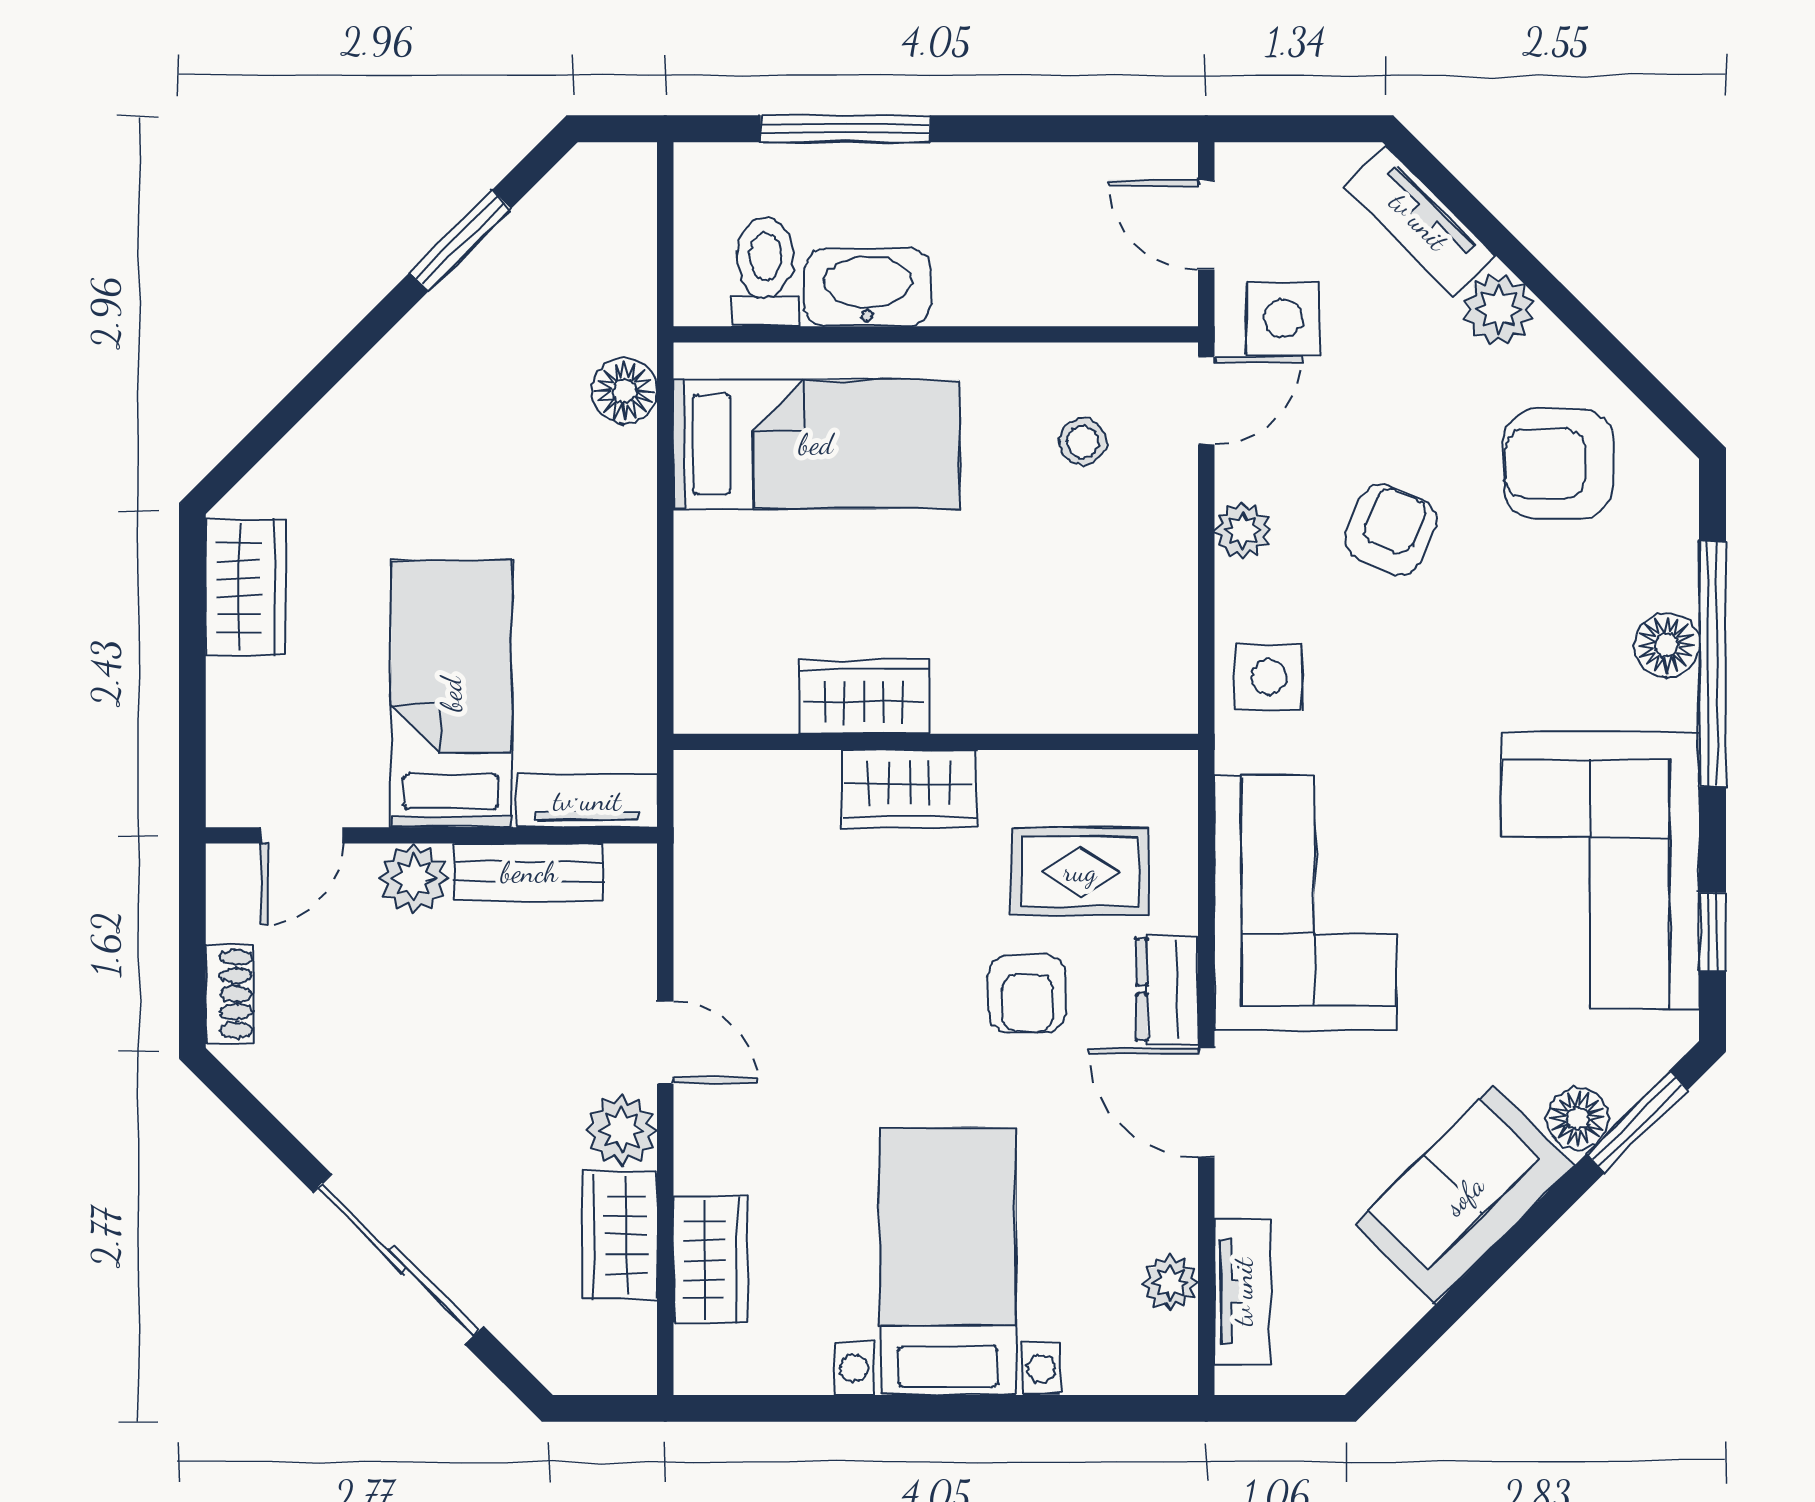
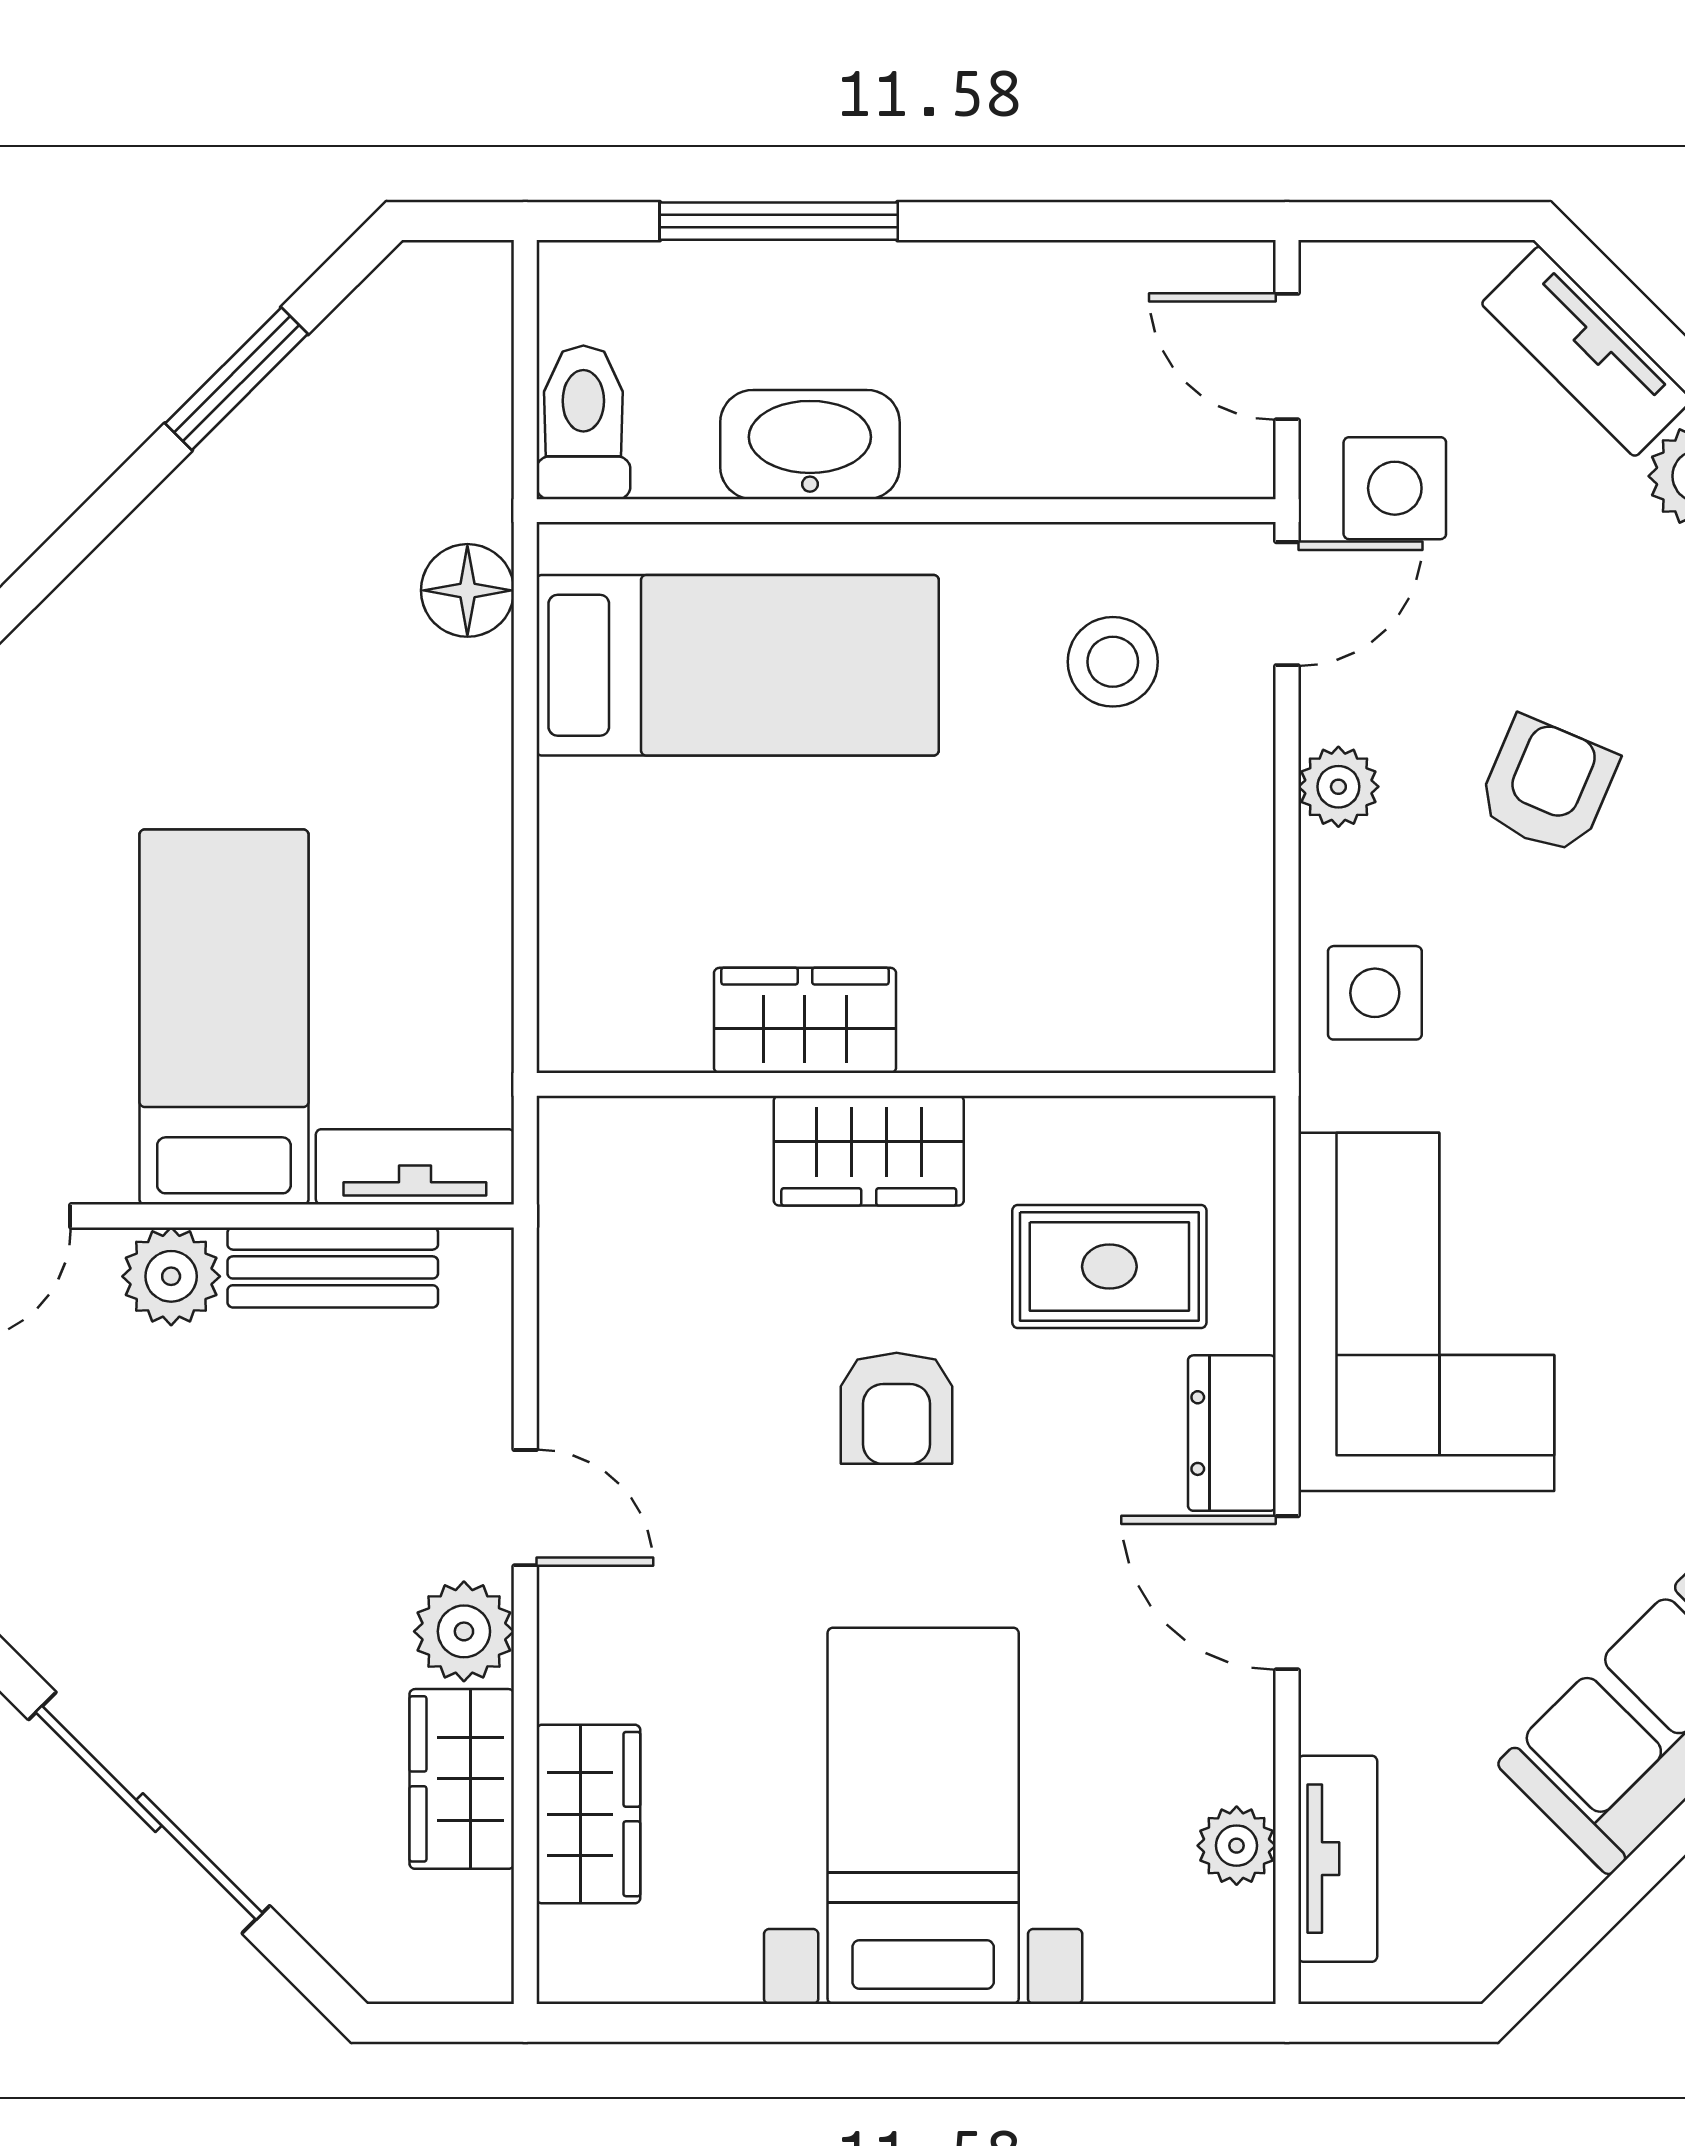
toilet: (765, 272) -> (583, 422), moved
stool: (1083, 442) -> (1113, 662), width x1.37, depth x1.37
armchair: (1027, 994) -> (897, 1408), moved

